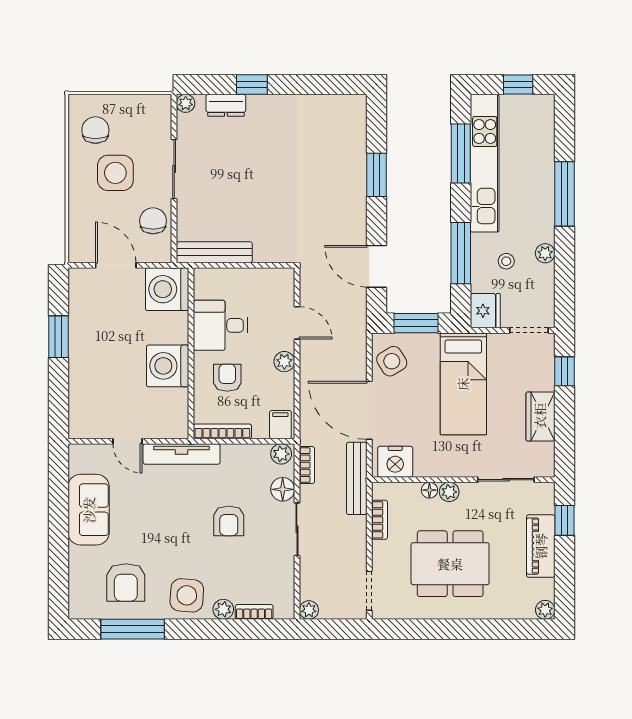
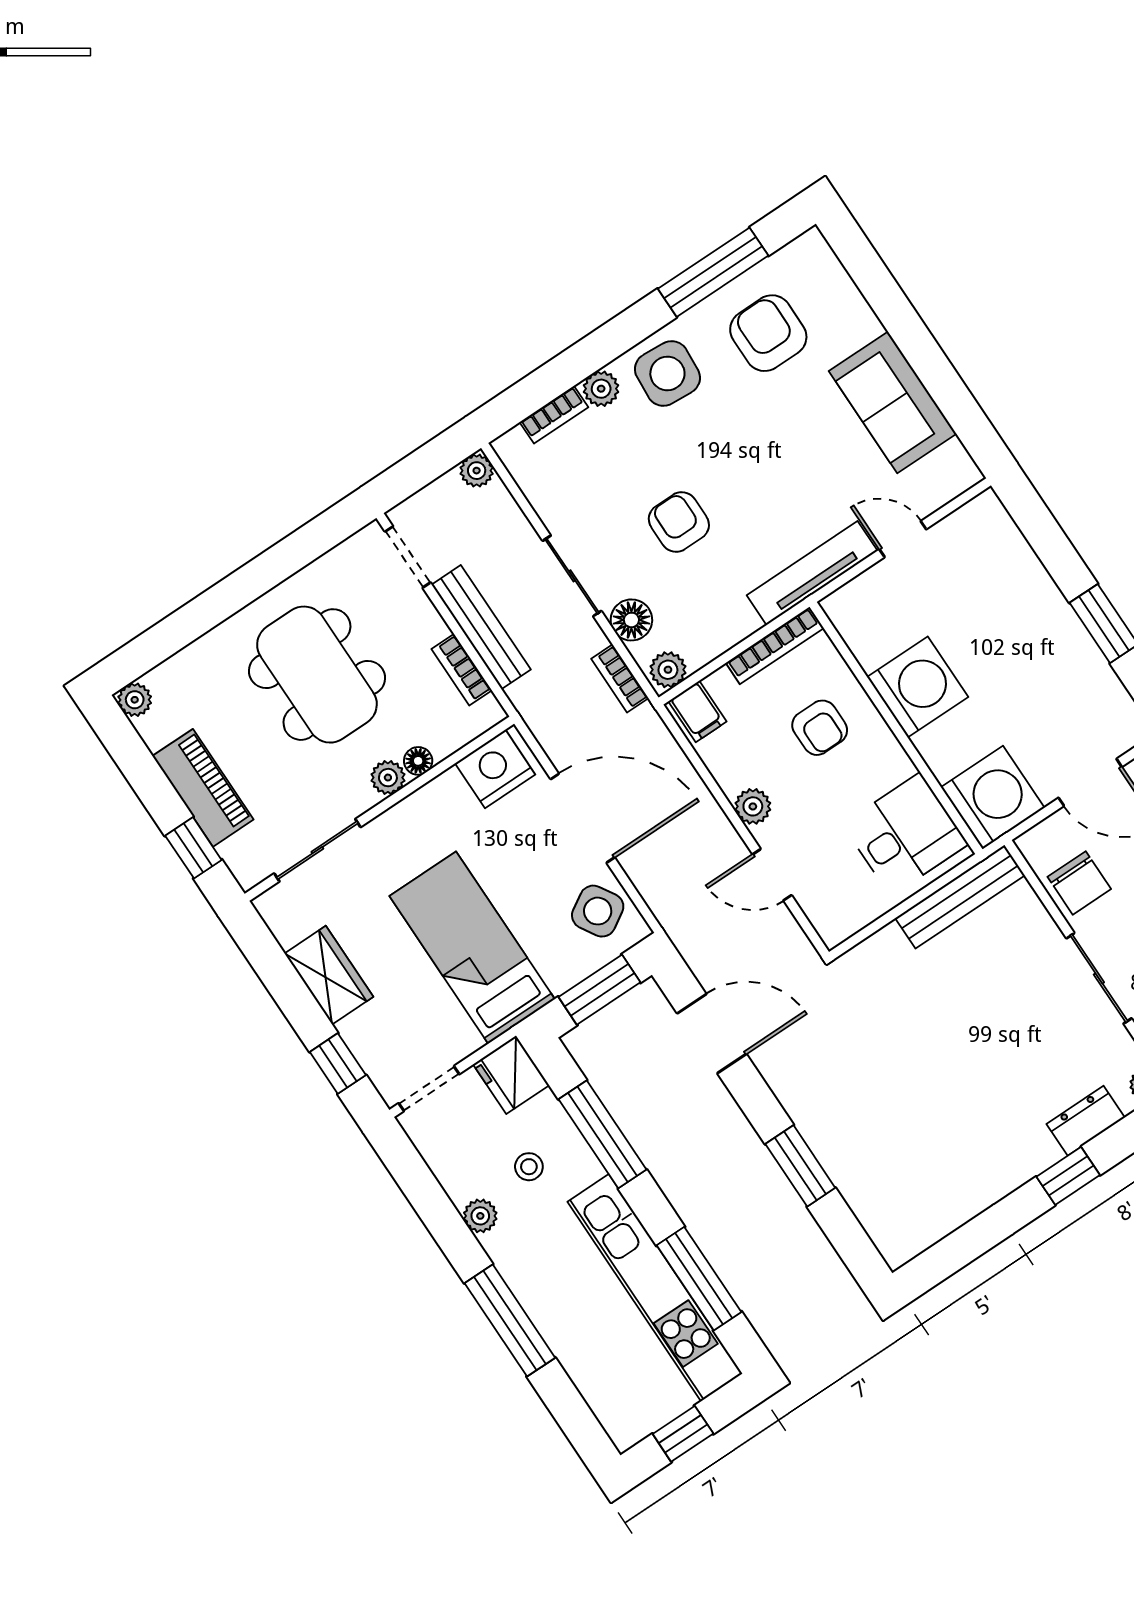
desk: (220, 325) -> (905, 834), moved
bench: (357, 478) -> (481, 627), moved
dining table: (450, 564) -> (317, 675), turned 90

